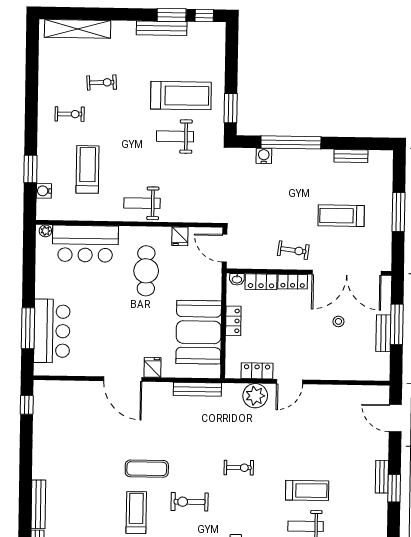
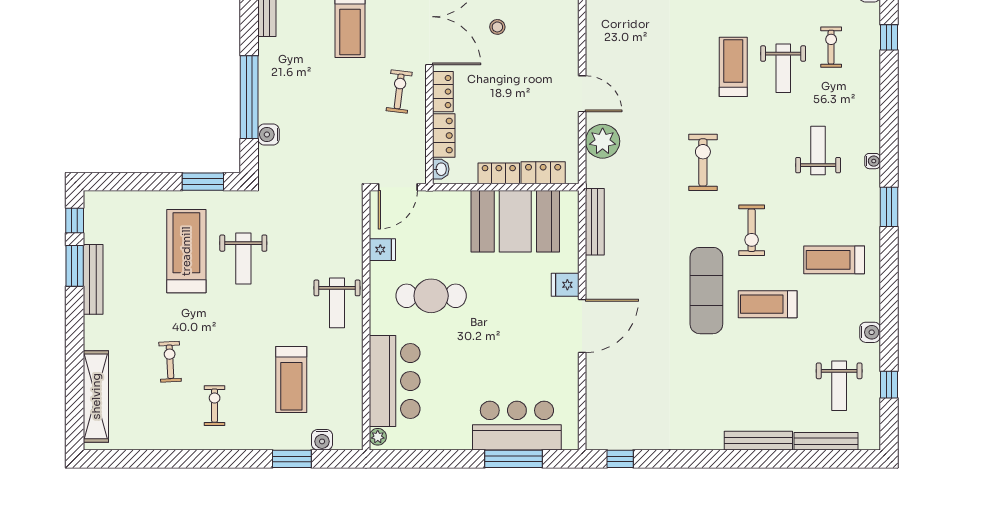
treadmill: (88, 169) -> (291, 380), turned -90
locker: (257, 371) -> (543, 173), moved, turned 90
exercise bike: (239, 468) -> (703, 162), width x1.38, depth x1.39
exercise mat: (147, 469) -> (706, 291), width x1.36, depth x1.45

